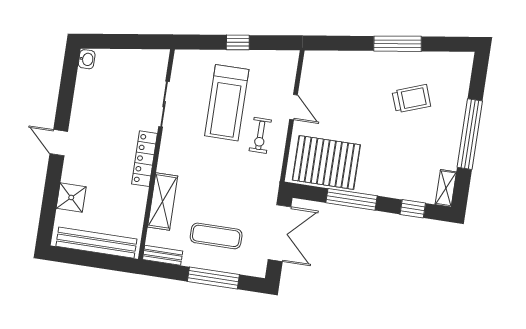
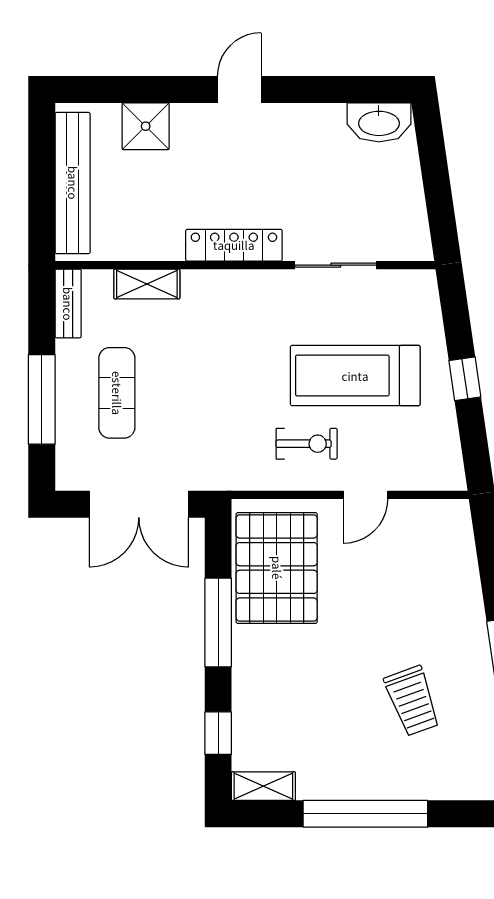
washbasin: (87, 59) -> (379, 122), width x1.91, depth x1.45
exercise bike: (260, 135) -> (307, 444), turned 180
shelving: (163, 201) -> (147, 284), width x0.67, depth x0.75

